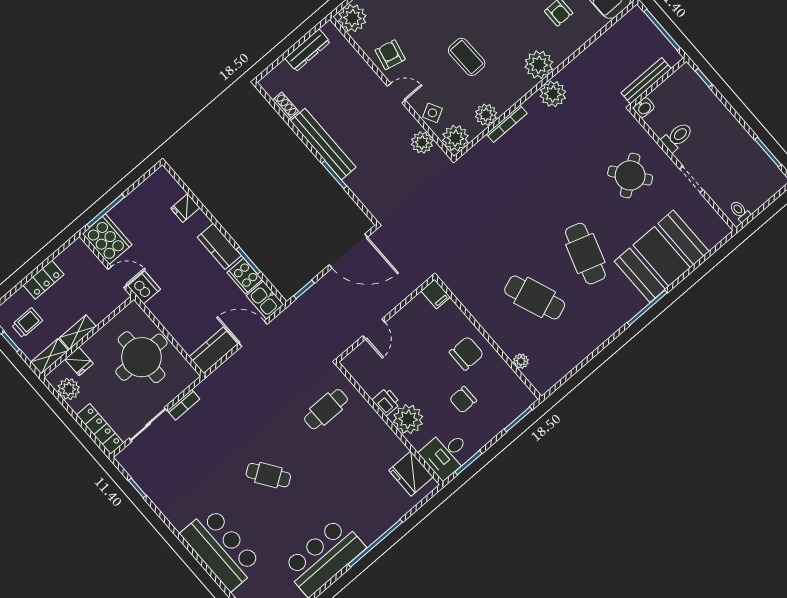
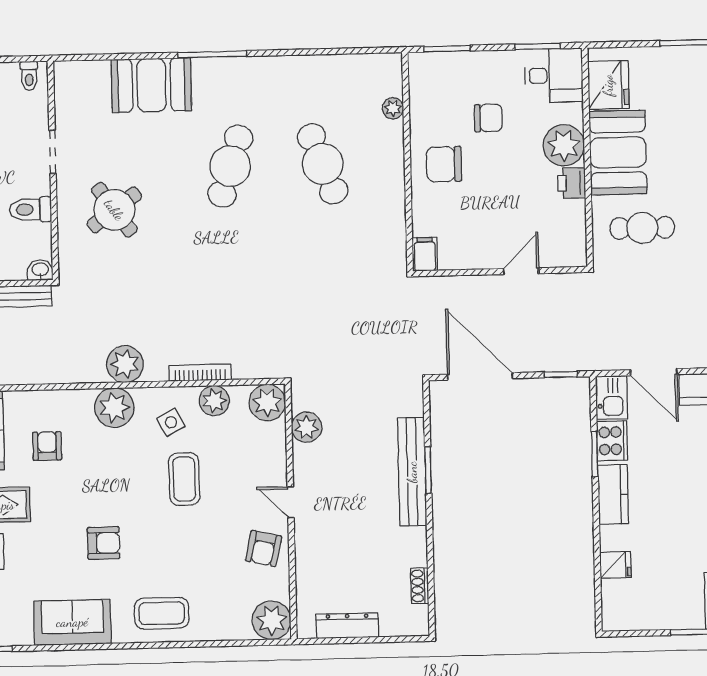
side table: (432, 113) -> (171, 422), moved
bench: (323, 144) -> (412, 472), moved
booth: (662, 256) -> (151, 85), width x0.73, depth x0.70
booth: (374, 440) -> (618, 152), added

